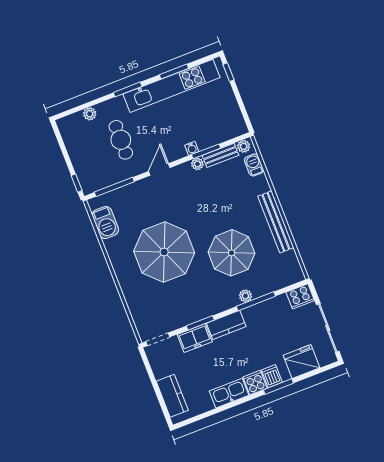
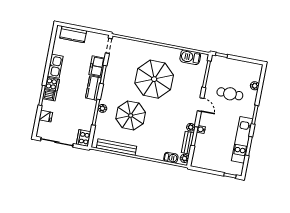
kitchen unit: (171, 86) -> (242, 140), width x0.73
bench: (276, 222) -> (116, 147), moved
fridge: (302, 361) -> (46, 116), width x0.53, depth x0.75

